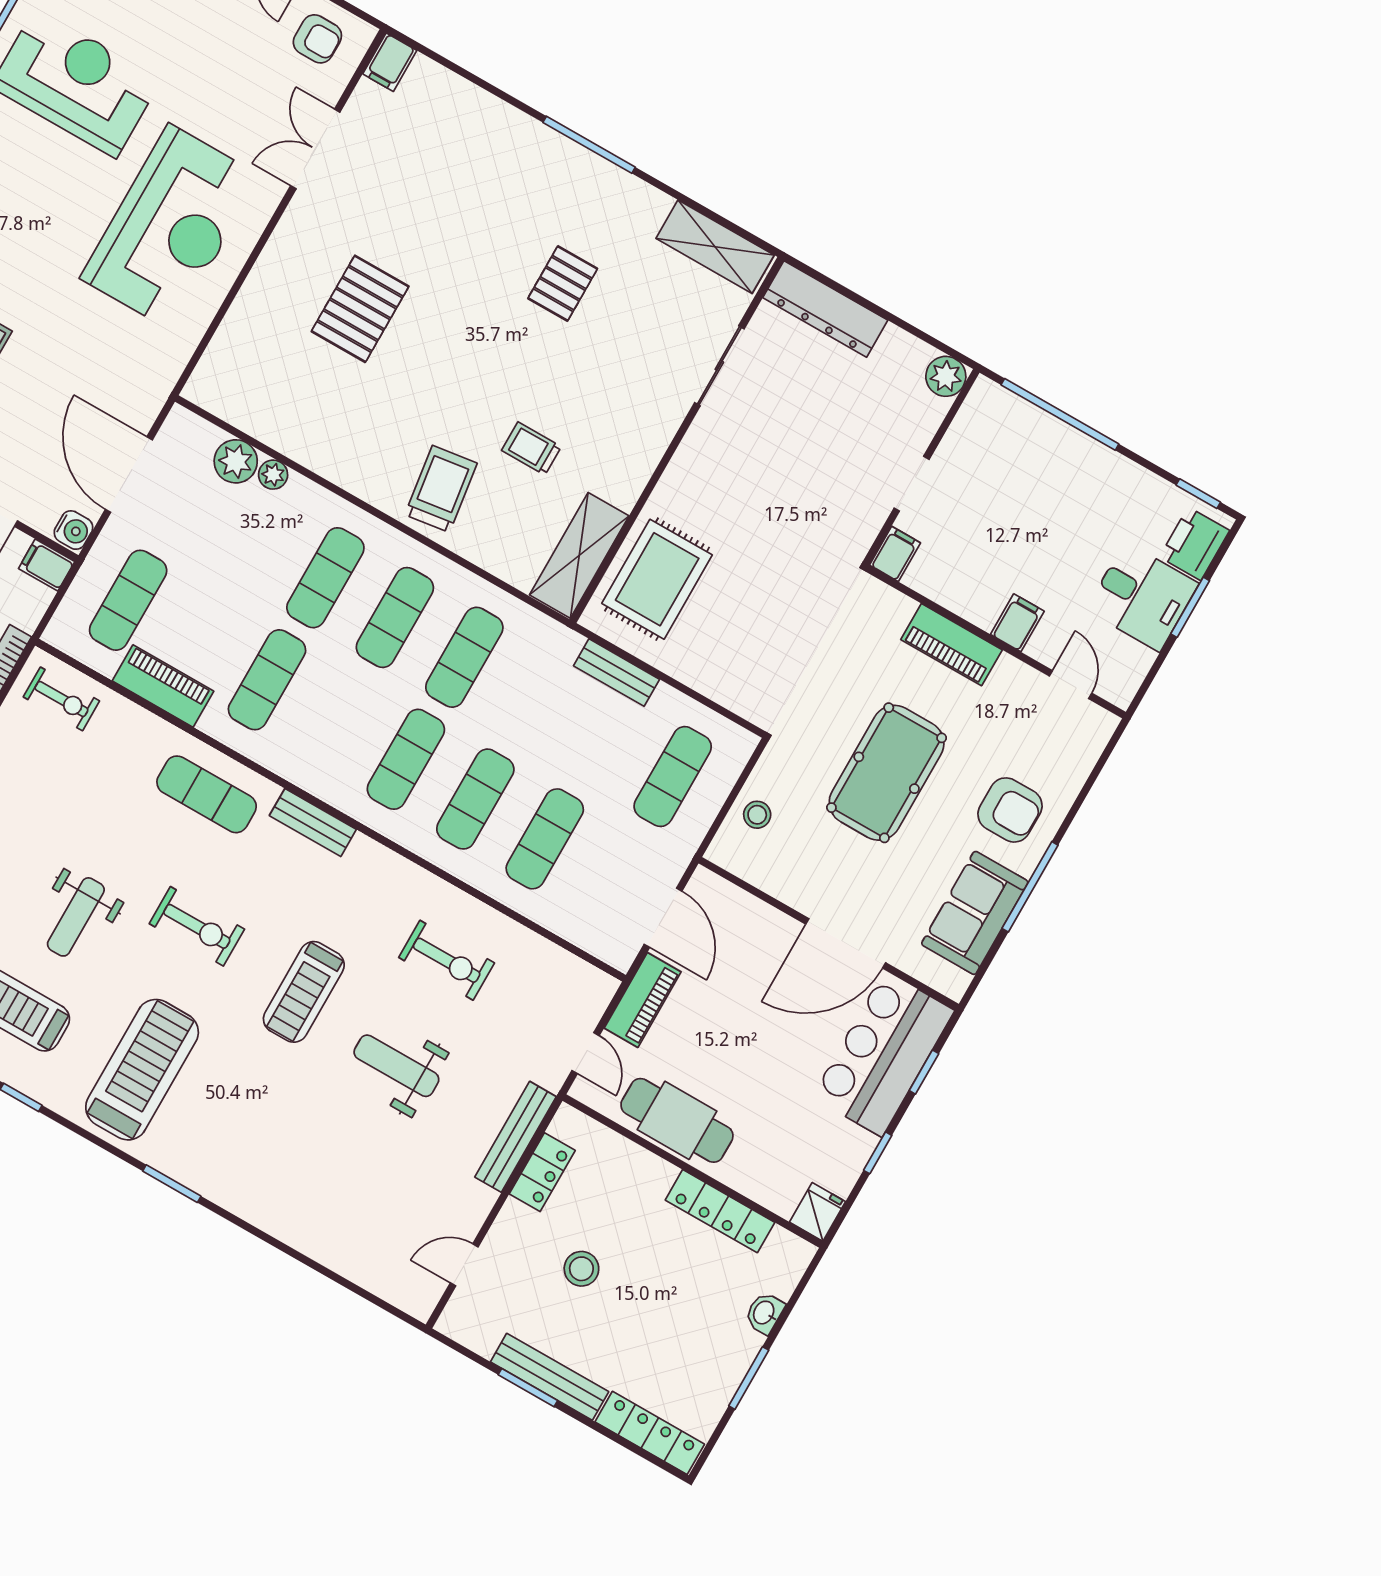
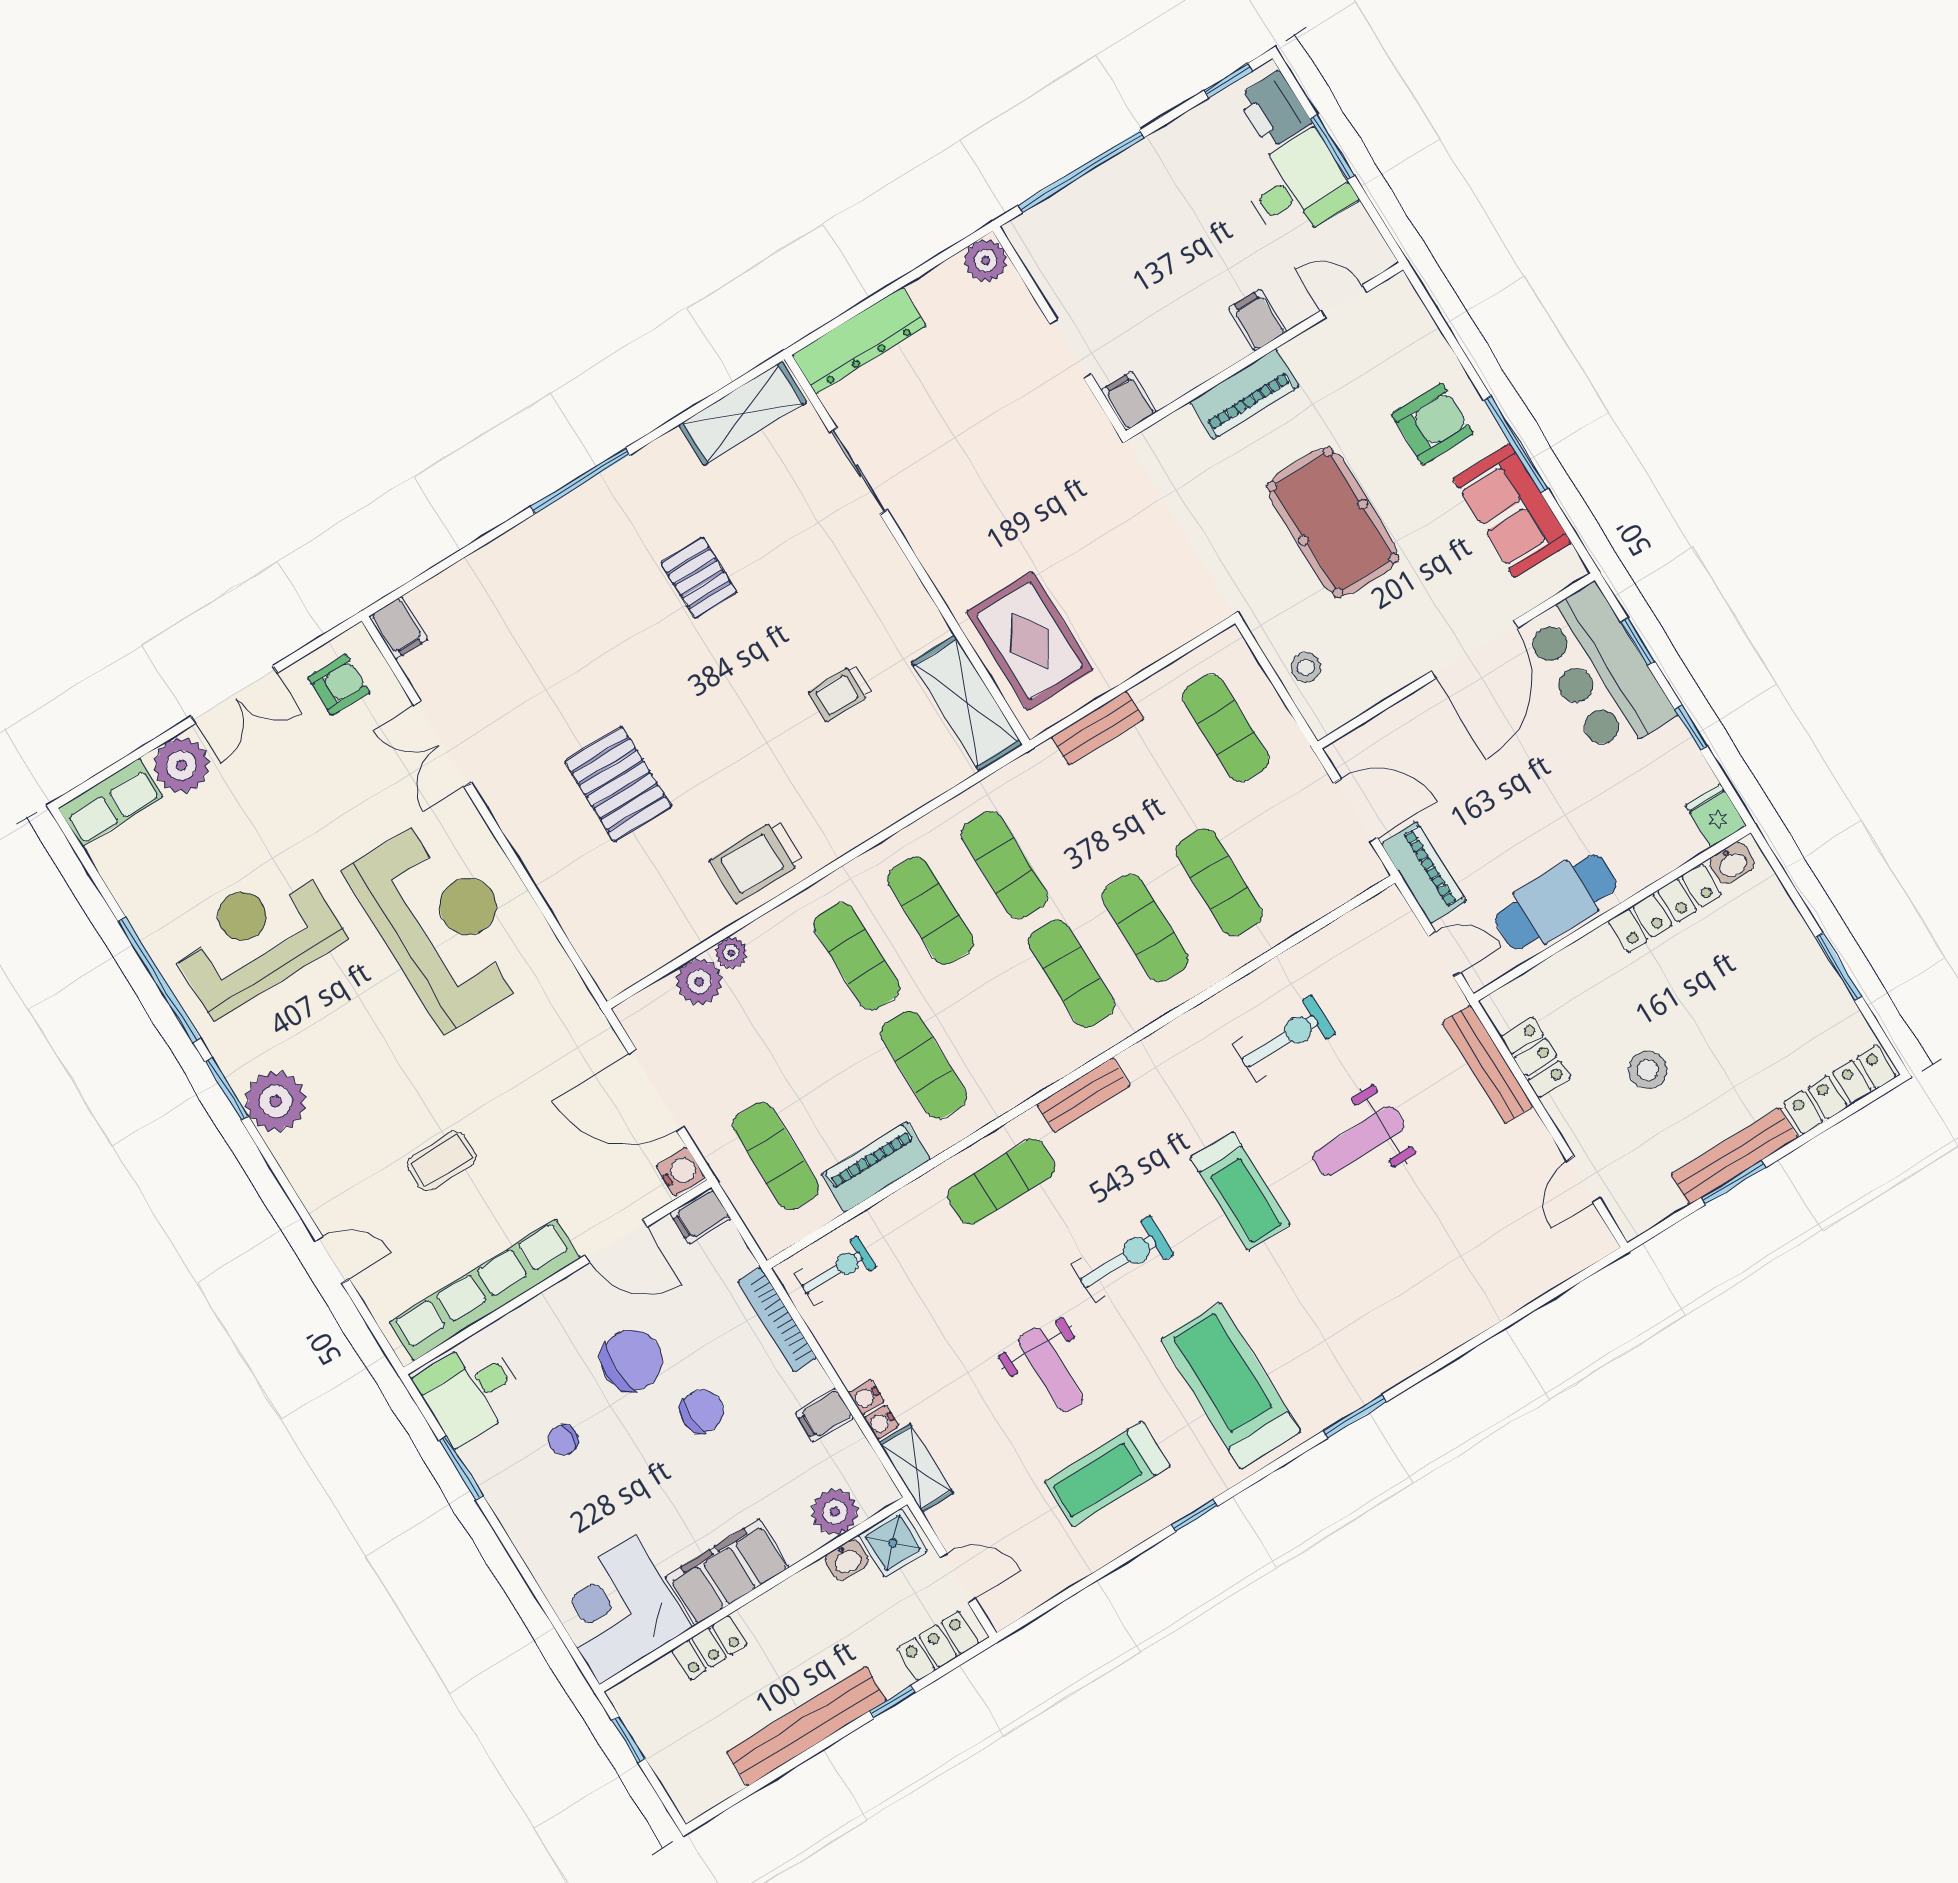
trolley: (441, 489) -> (757, 861), moved, turned -82
washbasin: (764, 1313) -> (1732, 863), moved, turned -90

